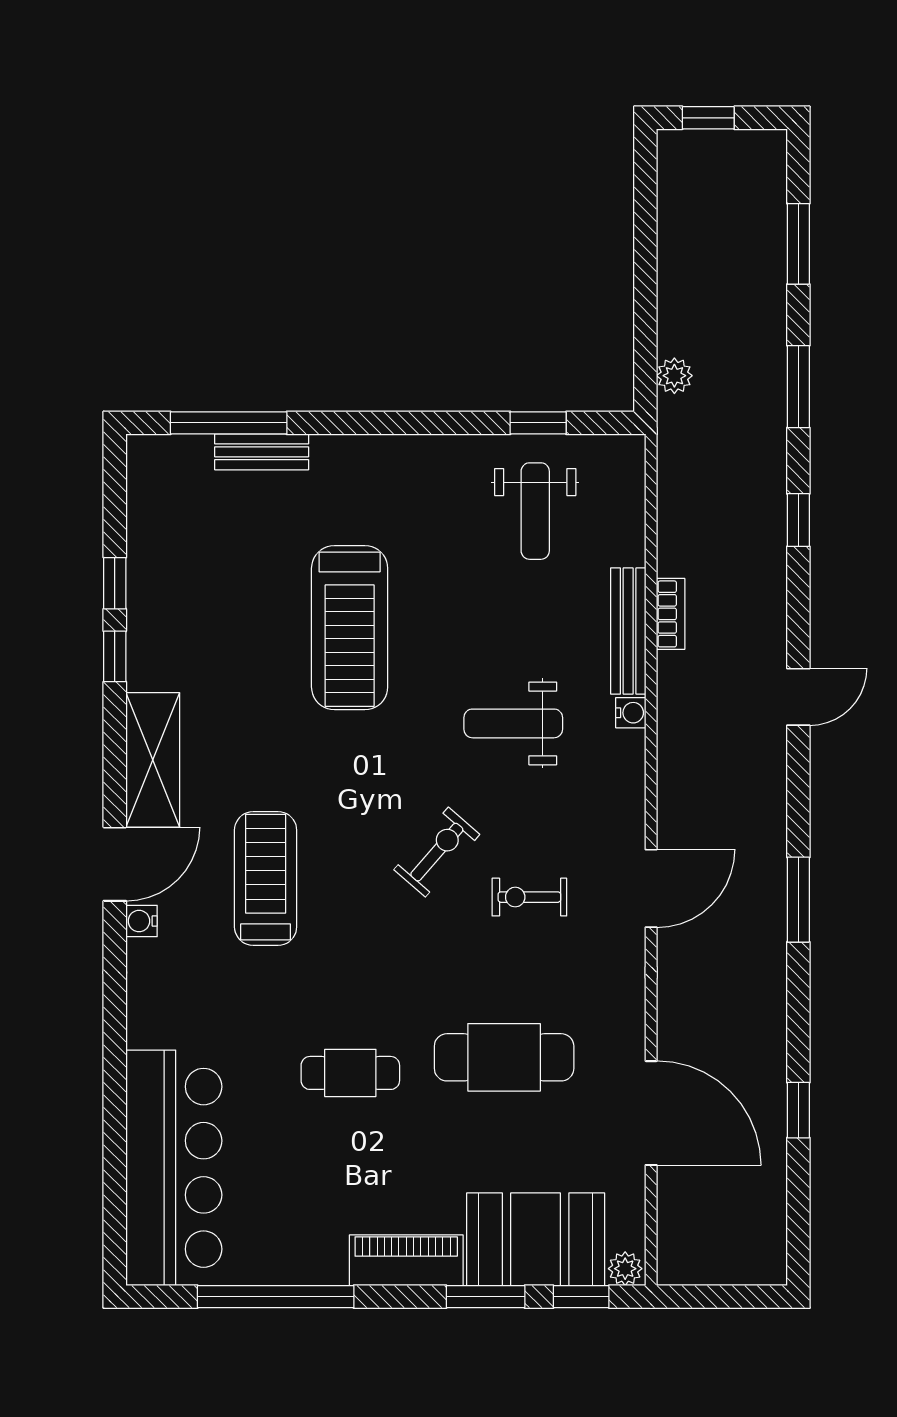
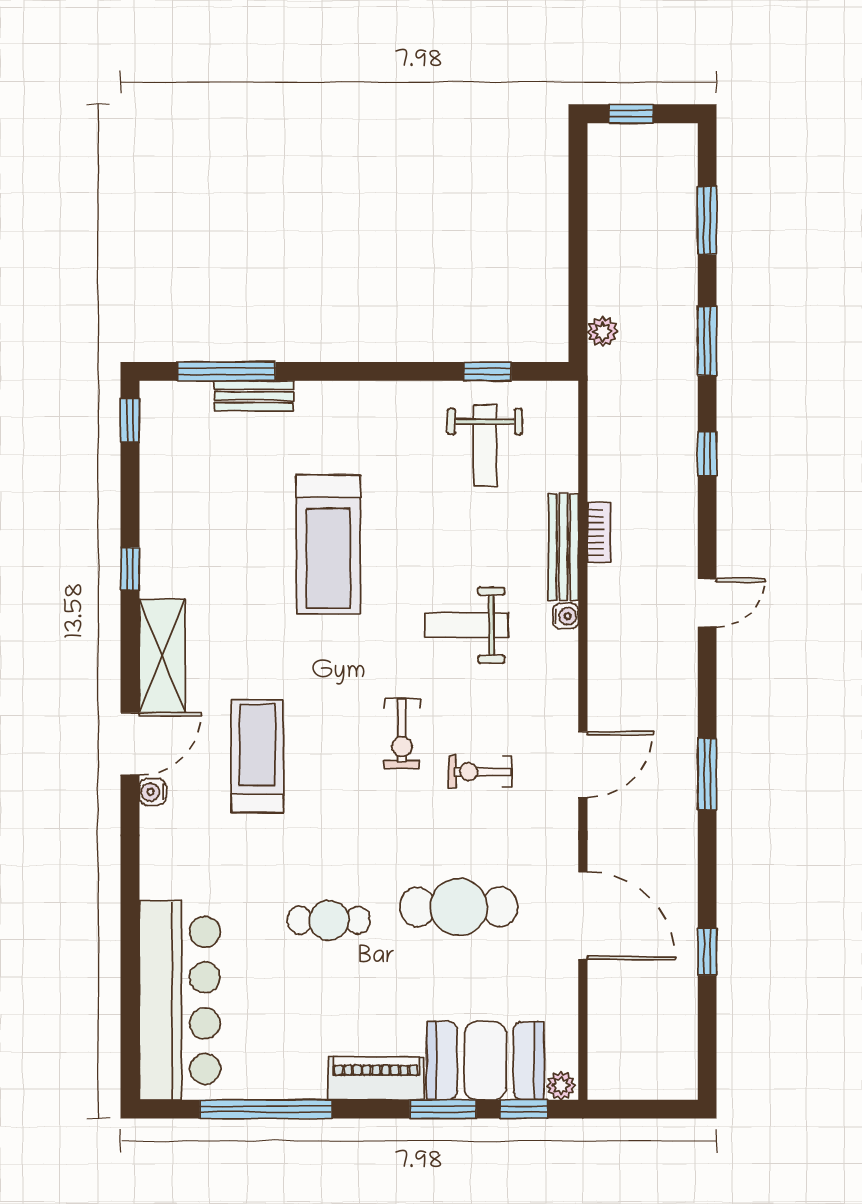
window: (115, 583) -> (130, 420), moved
exercise bike: (437, 852) -> (402, 734), turned 139
door: (651, 1113) -> (583, 916), moved

